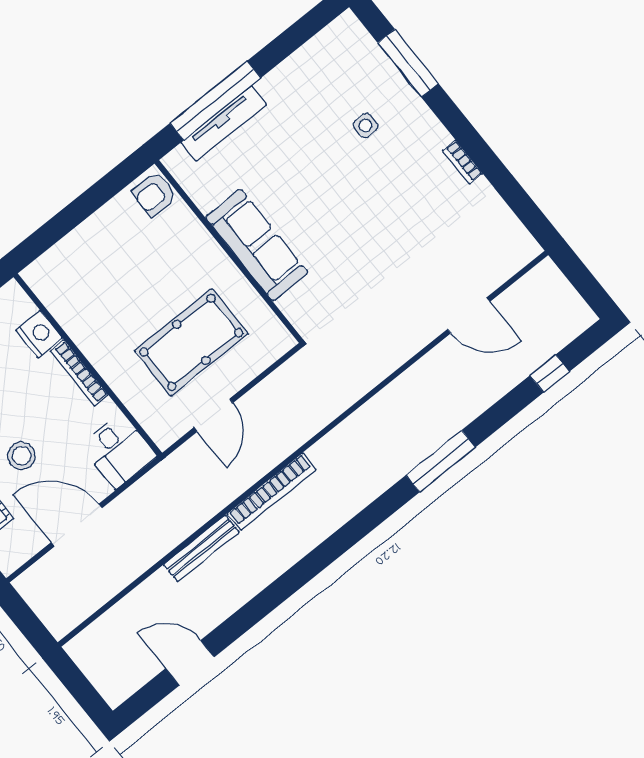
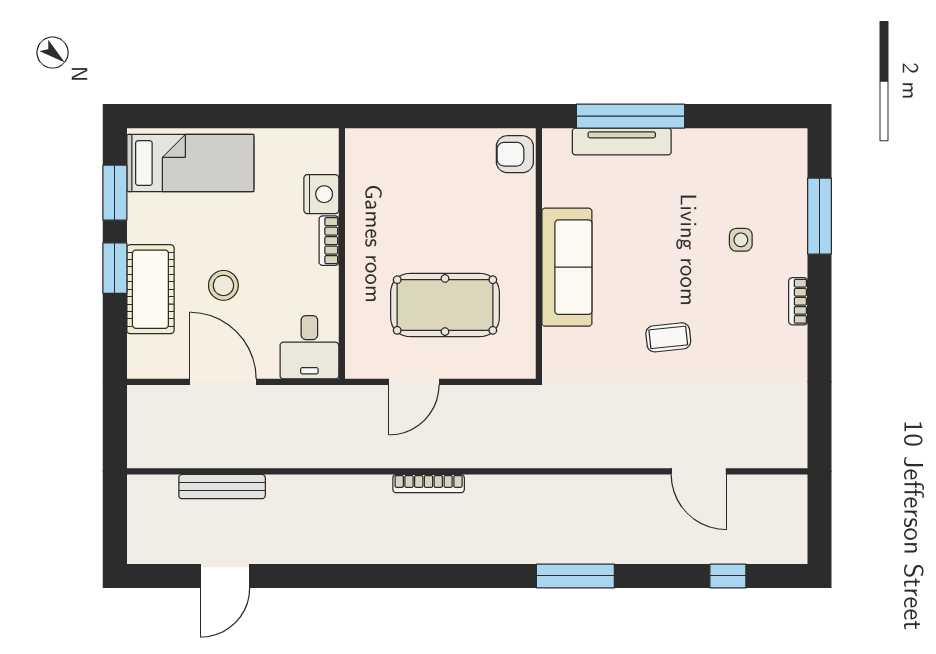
bookcase: (462, 162) -> (798, 301), moved
coffee table: (370, 237) -> (668, 337), added
bookcase: (79, 373) -> (329, 241), width x0.64
bookcase: (272, 492) -> (429, 484), width x0.68, depth x0.76
bench: (201, 548) -> (222, 487), moved
door: (190, 663) -> (225, 576), swing flipped

